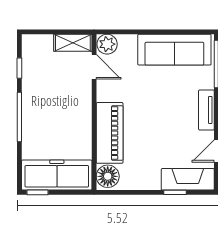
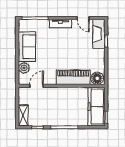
shelving: (73, 43) -> (23, 115), moved
plant: (107, 44) -> (24, 68), moved
sofa: (174, 50) -> (27, 47), width x0.73

